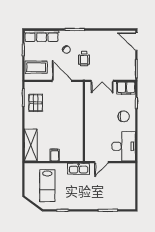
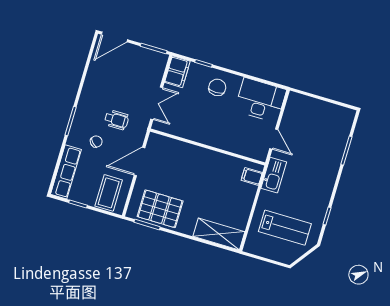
pallet: (36, 103) -> (160, 209), width x1.50, depth x1.42
filing cabinet: (55, 155) -> (252, 176), moved

